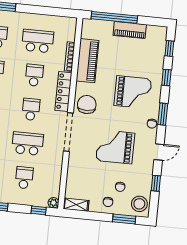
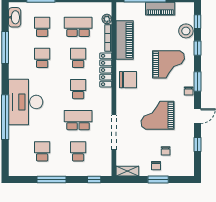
chair: (87, 104) -> (128, 80), turned 90
doorway: (68, 132) -> (114, 132), moved
plant: (53, 203) -> (107, 19), moved
stool: (139, 204) -> (186, 31), moved
window: (124, 219) -> (158, 180), moved

